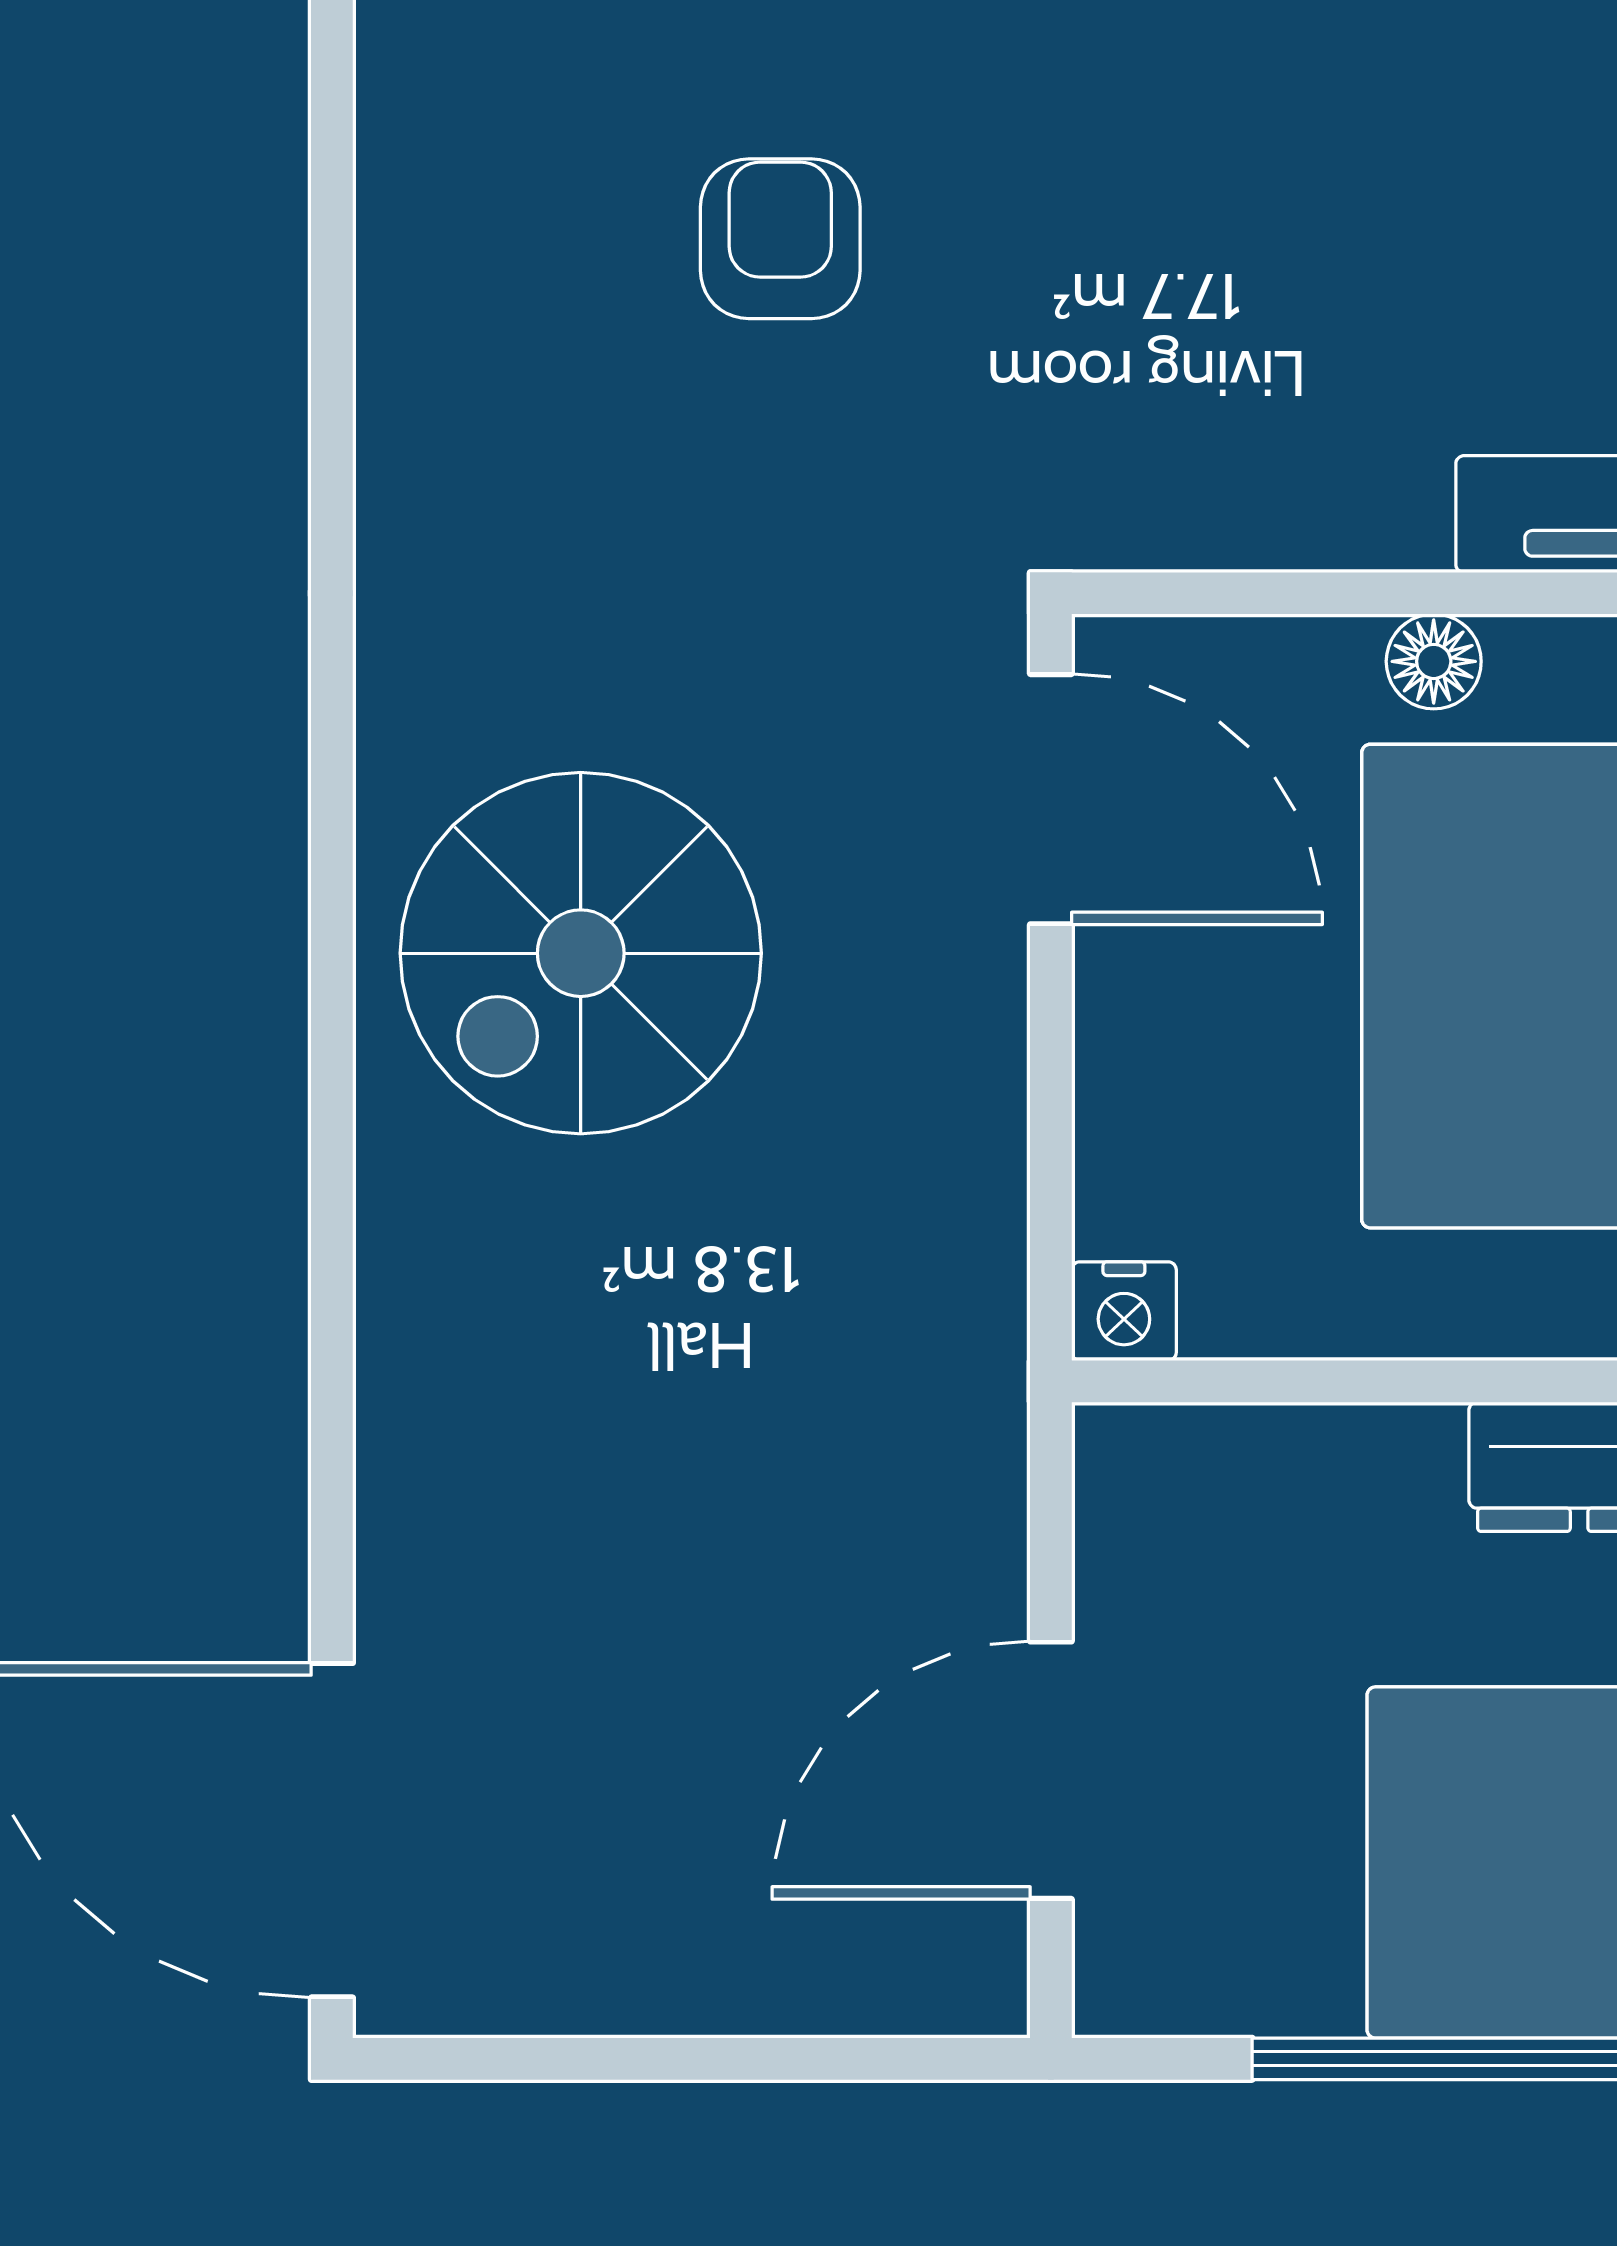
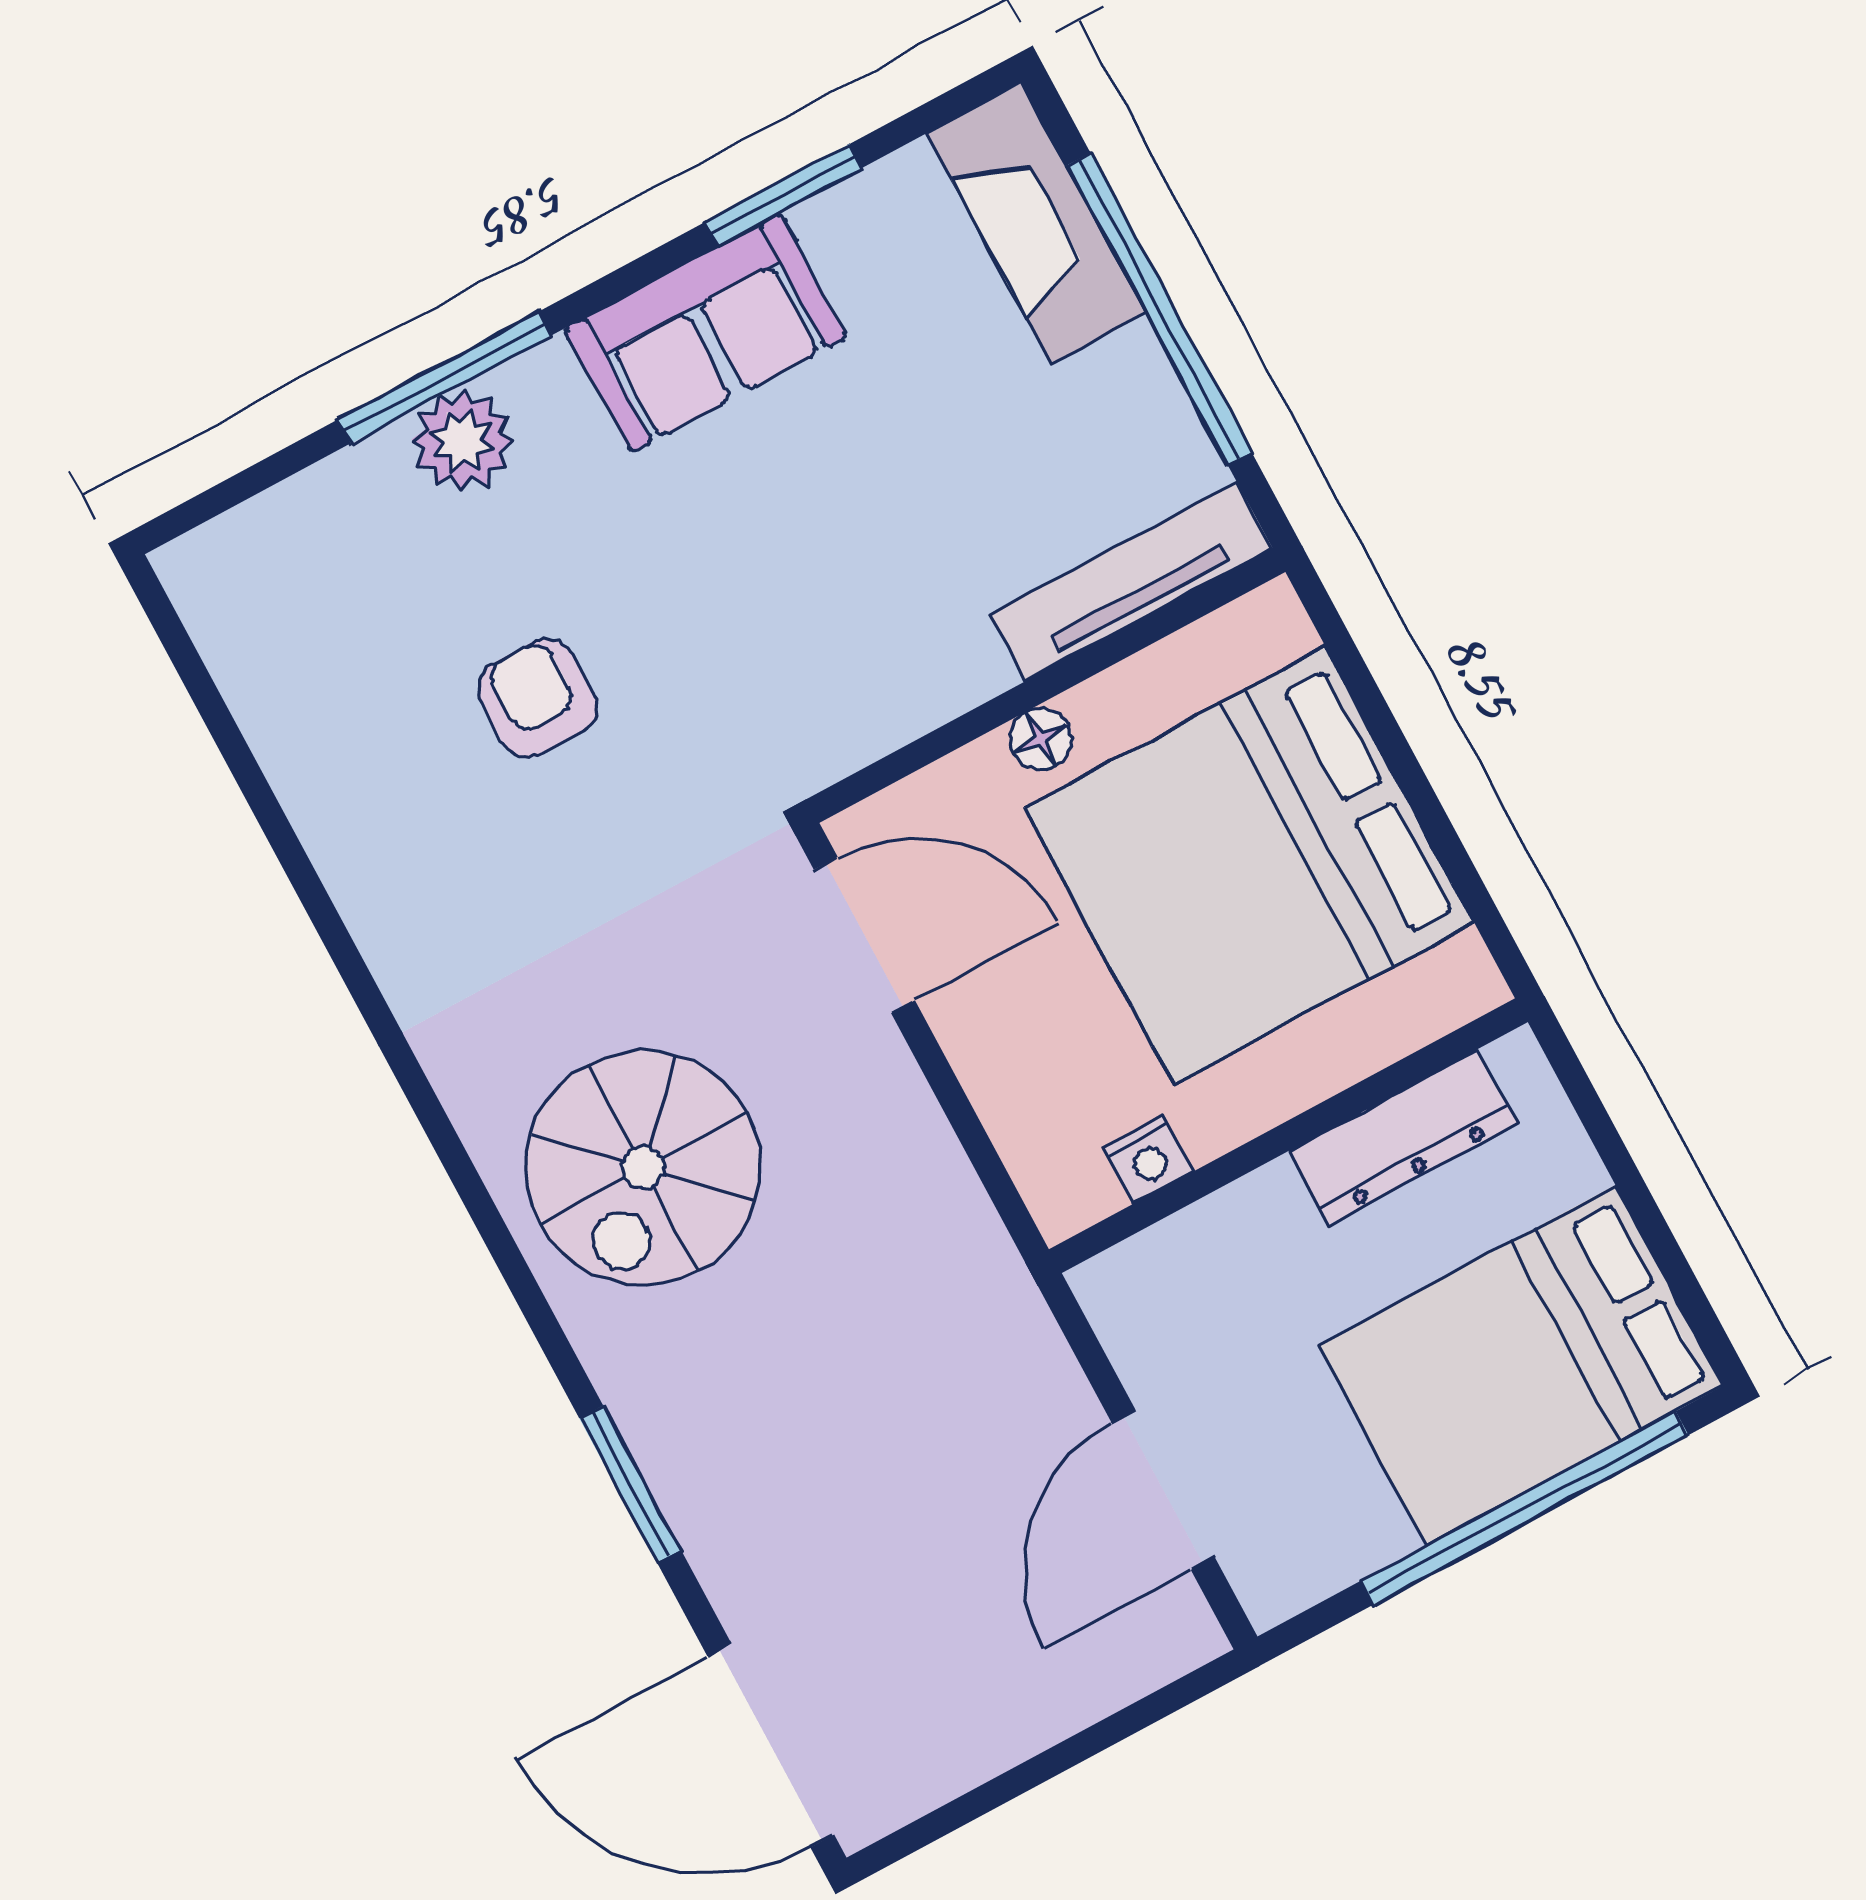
nightstand: (1124, 1311) -> (1148, 1159), moved
window: (332, 1373) -> (630, 1484), added

